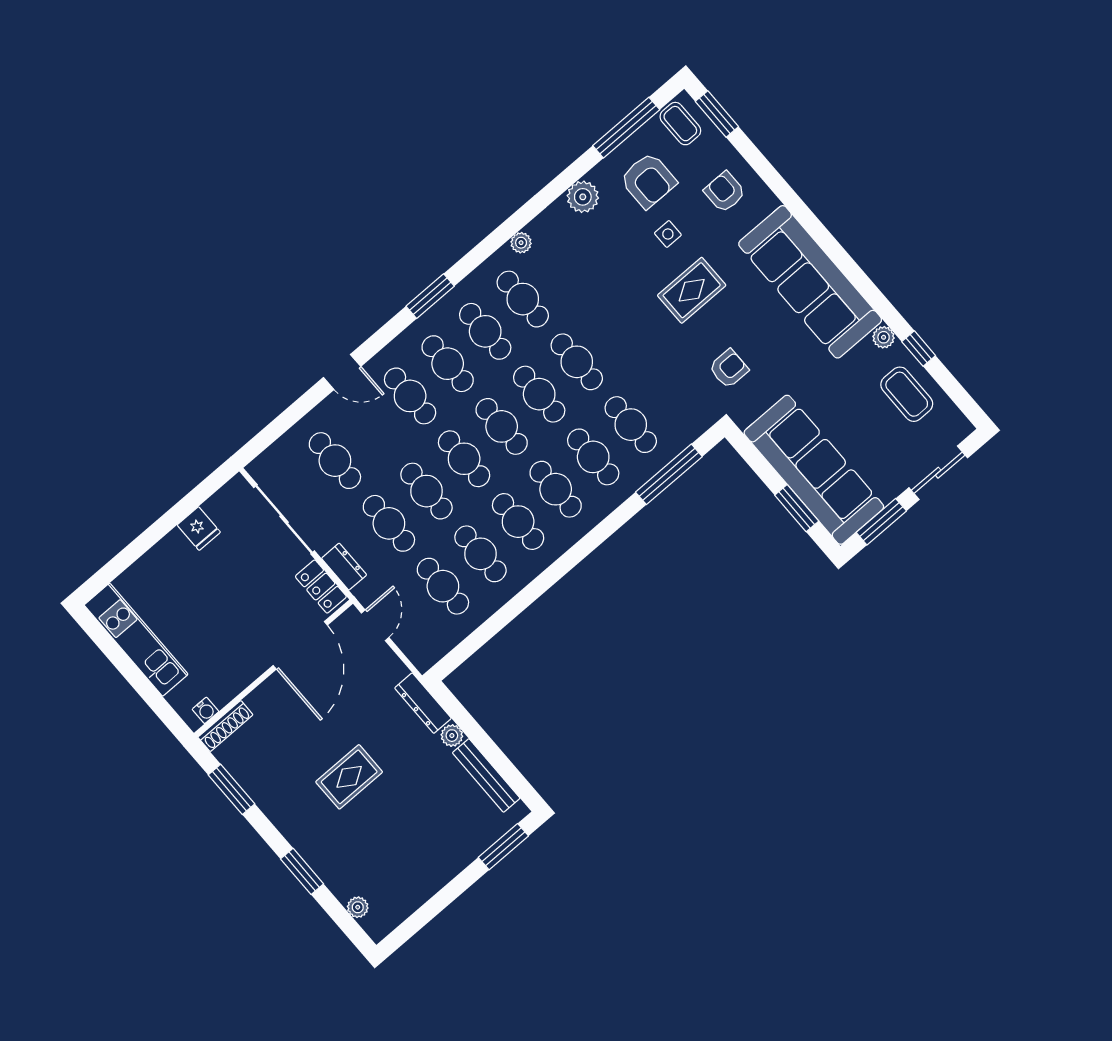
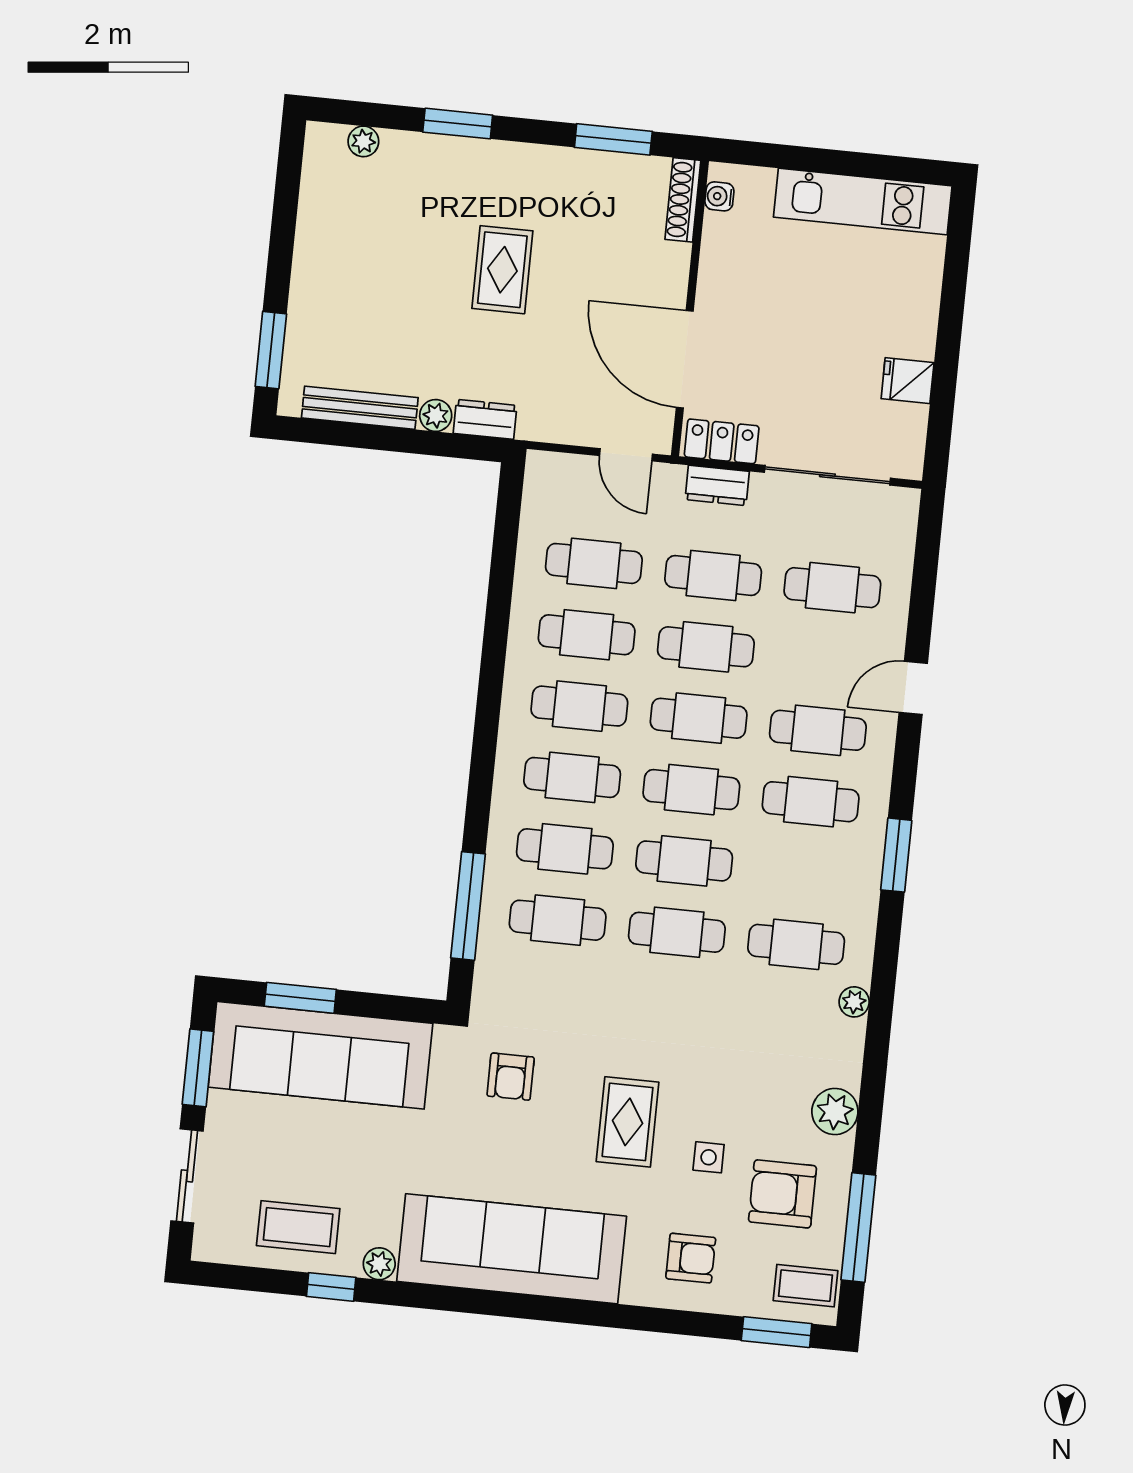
cafe table: (485, 331) -> (803, 873), removed
dresser: (423, 703) -> (485, 419), width x0.70

